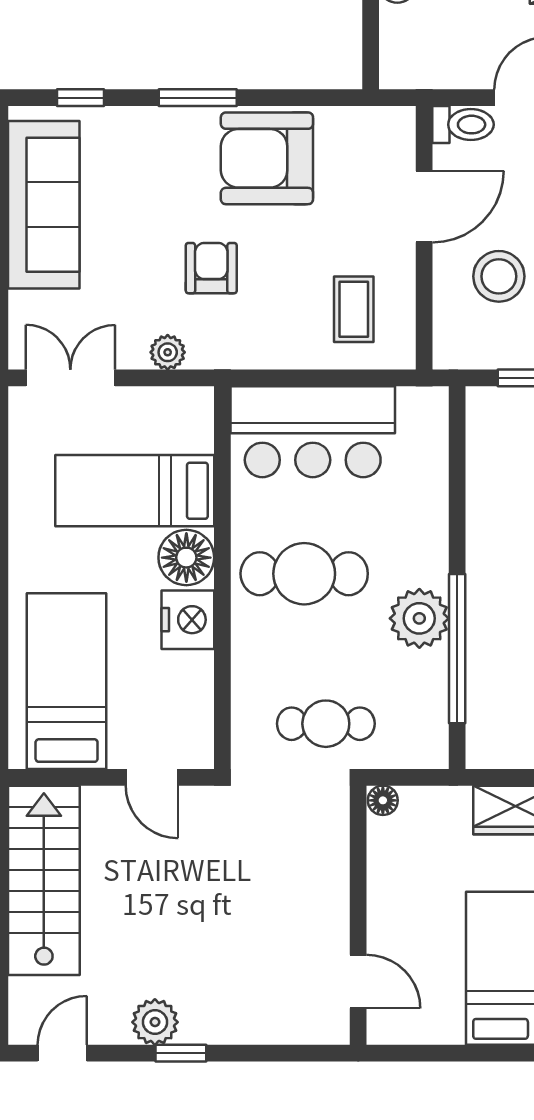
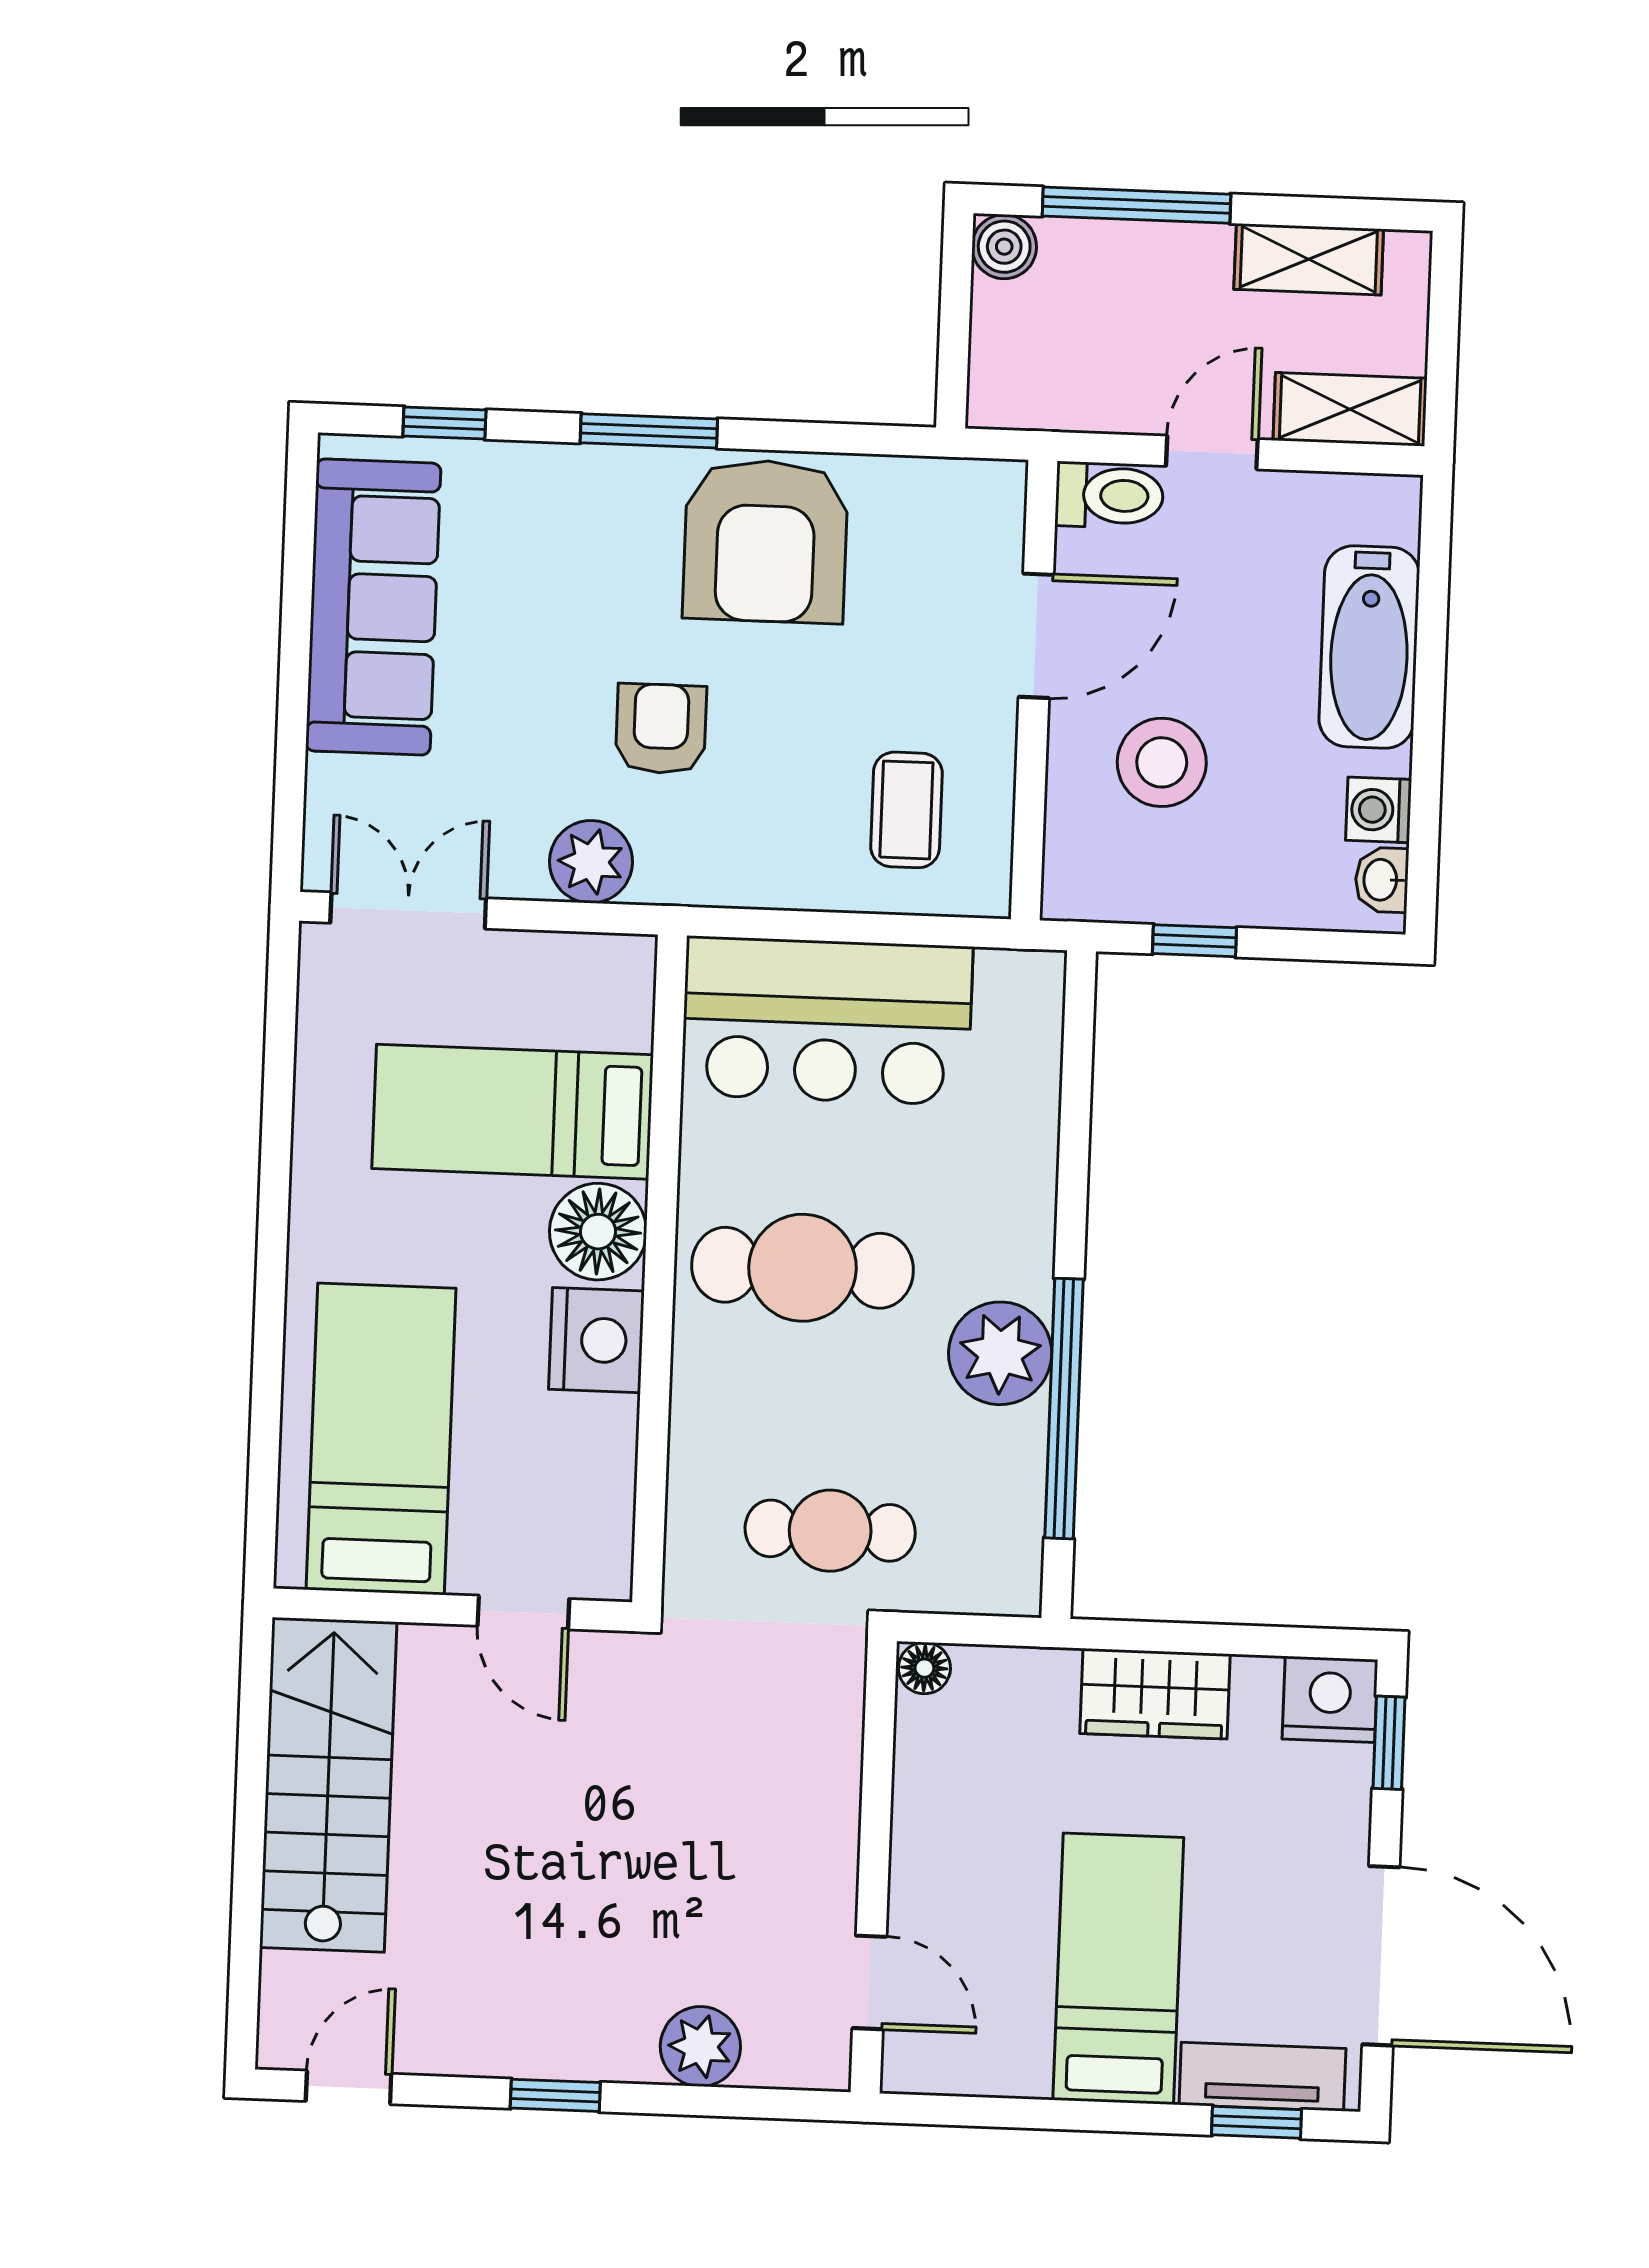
armchair: (267, 158) -> (765, 541), turned -90
plant: (168, 352) -> (591, 862), width x1.38, depth x1.38
plant: (155, 1022) -> (700, 2046), moved

